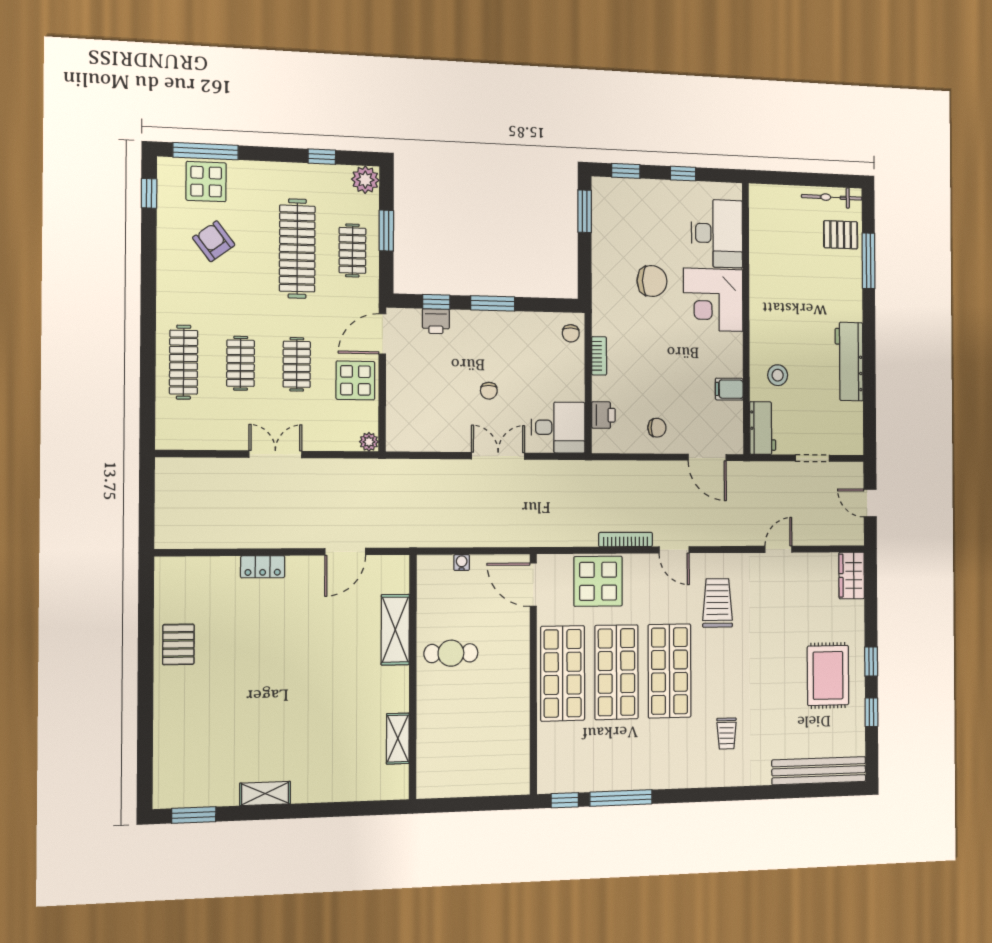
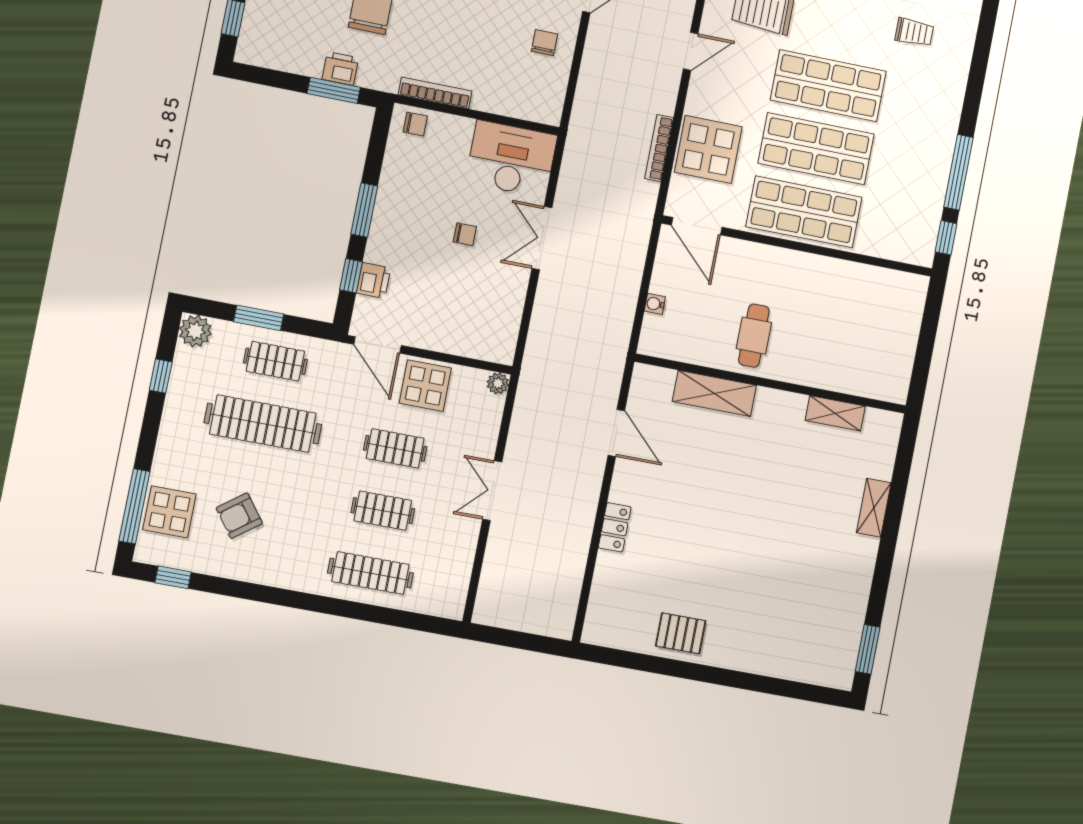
window: (585, 211) -> (334, 90), moved
bookcase: (599, 356) -> (435, 93), width x1.56
printer: (603, 415) -> (340, 68), moved
desk: (558, 427) -> (511, 159), width x1.37
bookcase: (626, 540) -> (659, 148), moved
door: (533, 585) -> (697, 226), hinge flipped
shelving: (265, 793) -> (874, 508), moved

